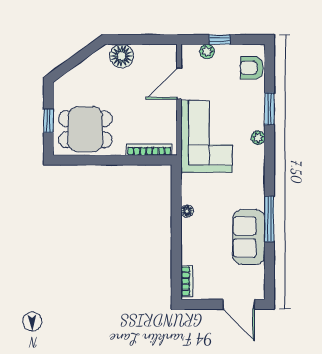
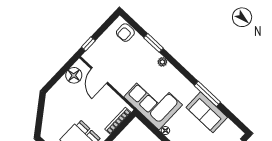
window: (220, 40) -> (88, 44), moved
plant: (207, 51) -> (97, 47), removed
floor lamp: (122, 56) -> (74, 75), moved
corner sofa: (207, 136) -> (153, 101), moved

